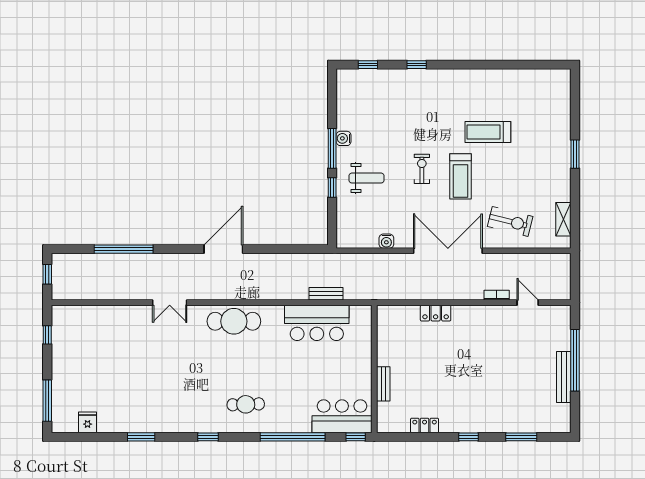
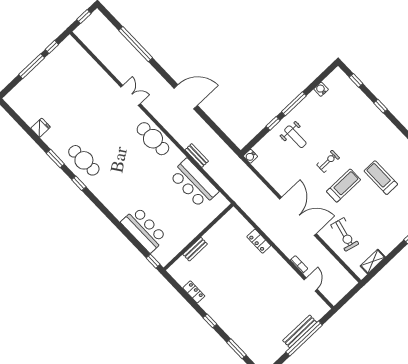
water cooler: (344, 138) -> (321, 89), moved
treadmill: (460, 176) -> (344, 186), turned 180
water cooler: (386, 241) -> (250, 156), moved
bench: (326, 294) -> (197, 155), moved
double door: (170, 303) -> (131, 95), swing flipped
bench: (564, 377) -> (300, 331), moved
window: (47, 401) -> (32, 66), moved
cafe table: (246, 404) -> (84, 160), moved, width x1.37, depth x1.35
bar counter: (342, 416) -> (144, 230), moved
fridge: (88, 422) -> (41, 128), moved
window: (141, 437) -> (55, 159), moved
window: (293, 437) -> (121, 228), removed

